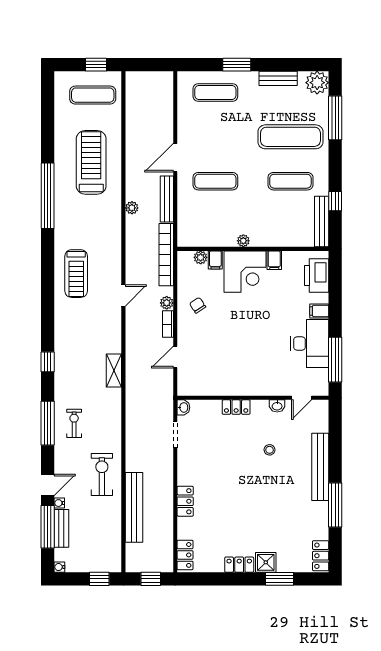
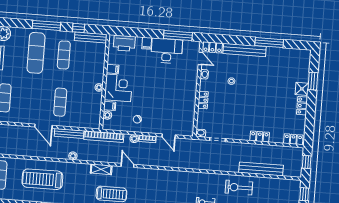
window: (335, 118) -> (46, 25), moved
shelving: (114, 371) -> (101, 169), moved
locker: (321, 556) -> (213, 47), moved

